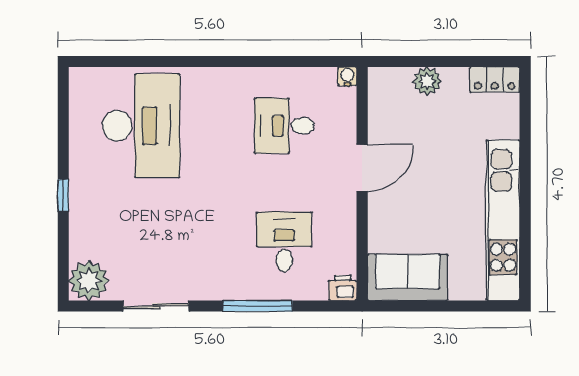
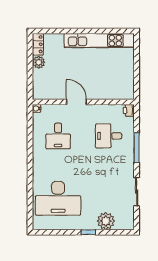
plant: (427, 81) -> (39, 62), moved
desk: (141, 126) -> (58, 198), turned 180
sofa: (408, 277) -> (124, 82), removed
plant: (89, 281) -> (106, 221), moved

